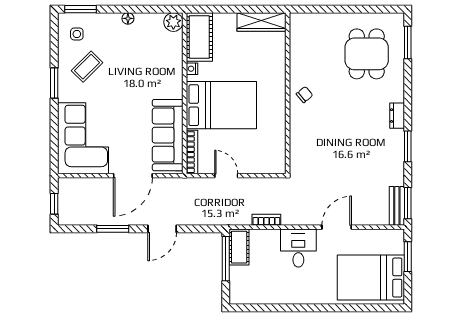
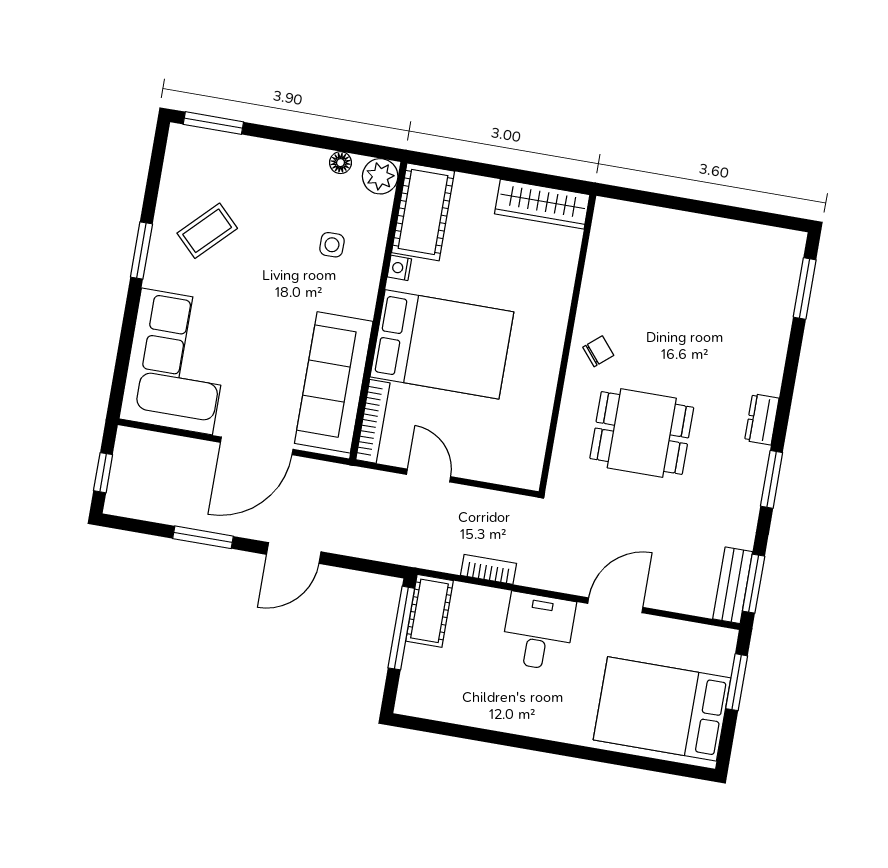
floor lamp: (128, 18) -> (341, 163), moved
side table: (77, 34) -> (332, 245), moved
dining table: (367, 54) -> (642, 433), moved, turned 90

